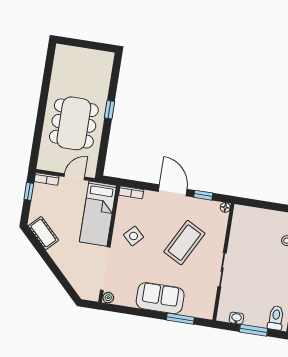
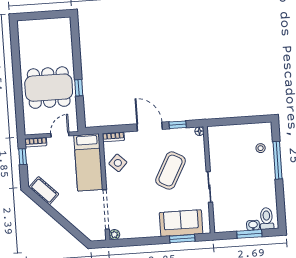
window: (110, 110) -> (79, 88), moved
dining table: (74, 123) -> (49, 88), turned 90
side table: (134, 236) -> (118, 163), moved
sofa: (160, 298) -> (181, 223), moved
washbasin: (236, 318) -> (253, 225), moved

